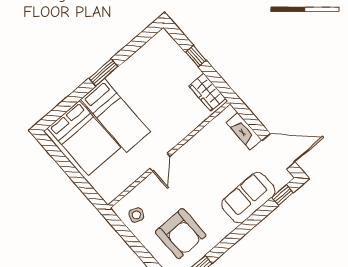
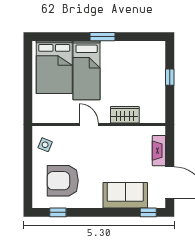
wardrobe: (207, 92) -> (125, 115), moved, turned 90
door: (160, 162) -> (89, 124), swing flipped
armchair: (181, 234) -> (63, 181), turned 90

